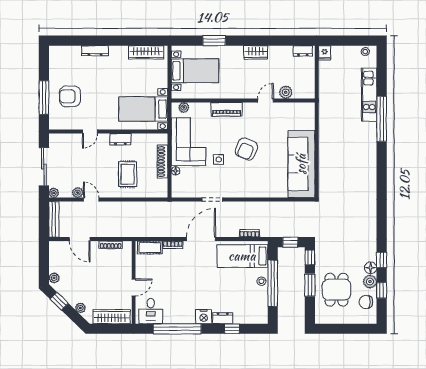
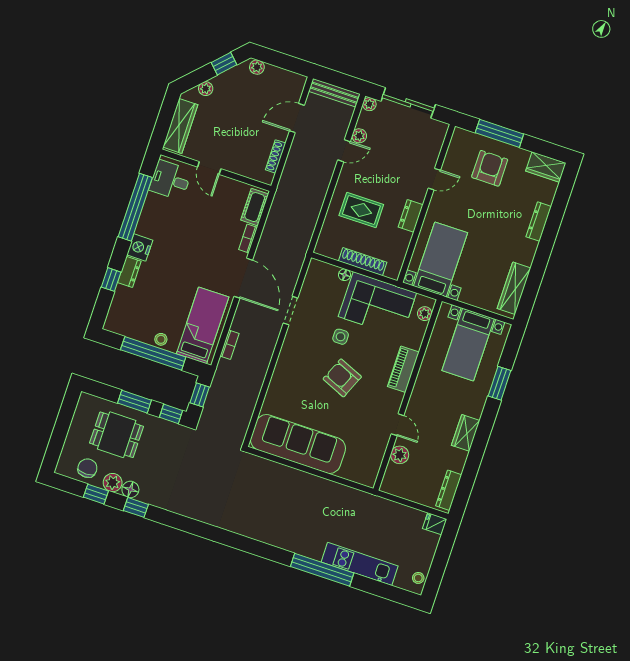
dresser: (303, 51) -> (449, 490), width x1.44
wardrobe: (56, 58) -> (546, 167), added
door: (90, 131) -> (434, 179), swing flipped

